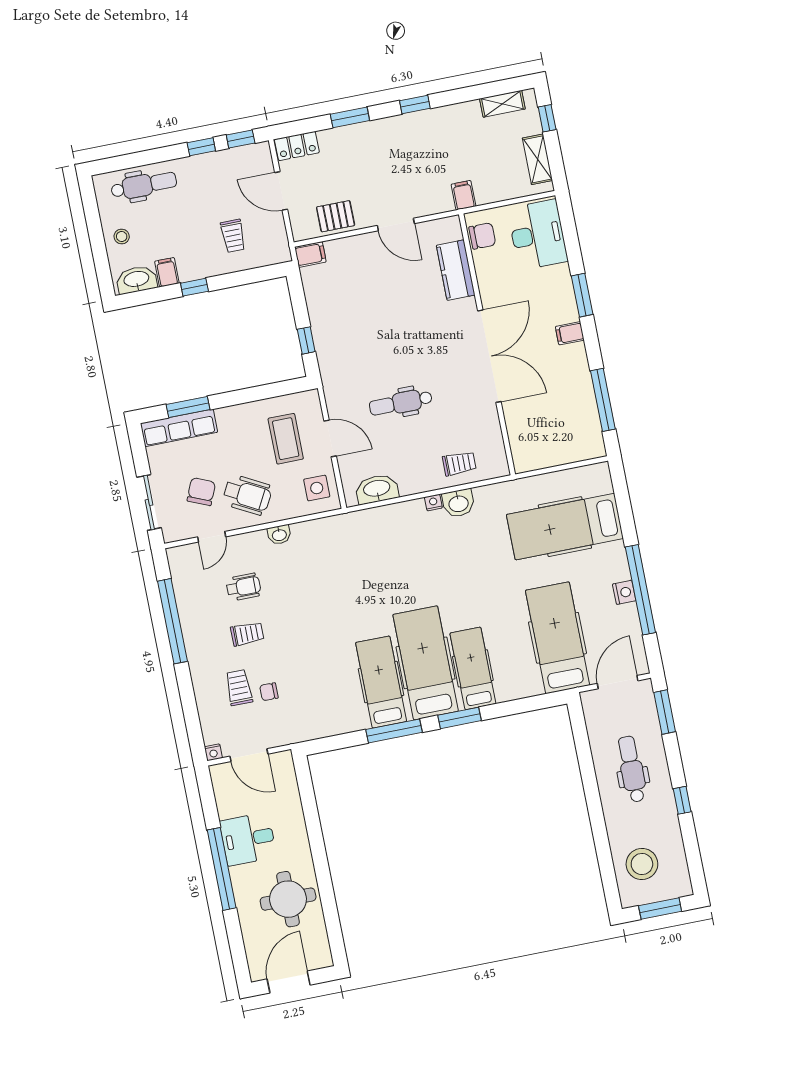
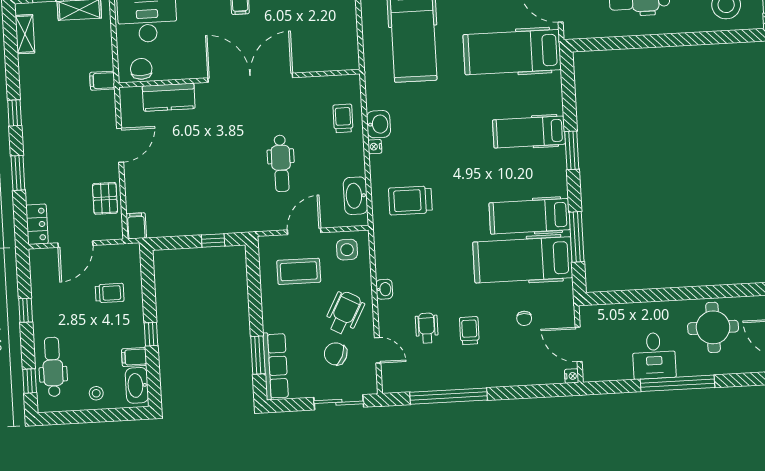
window: (241, 139) -> (30, 381), moved
hospital bed: (426, 663) -> (523, 260), moved
trolley: (239, 688) -> (410, 200), moved, width x1.36, depth x1.39
window: (394, 731) -> (577, 237), moved
door: (249, 755) -> (579, 344), swing flipped

